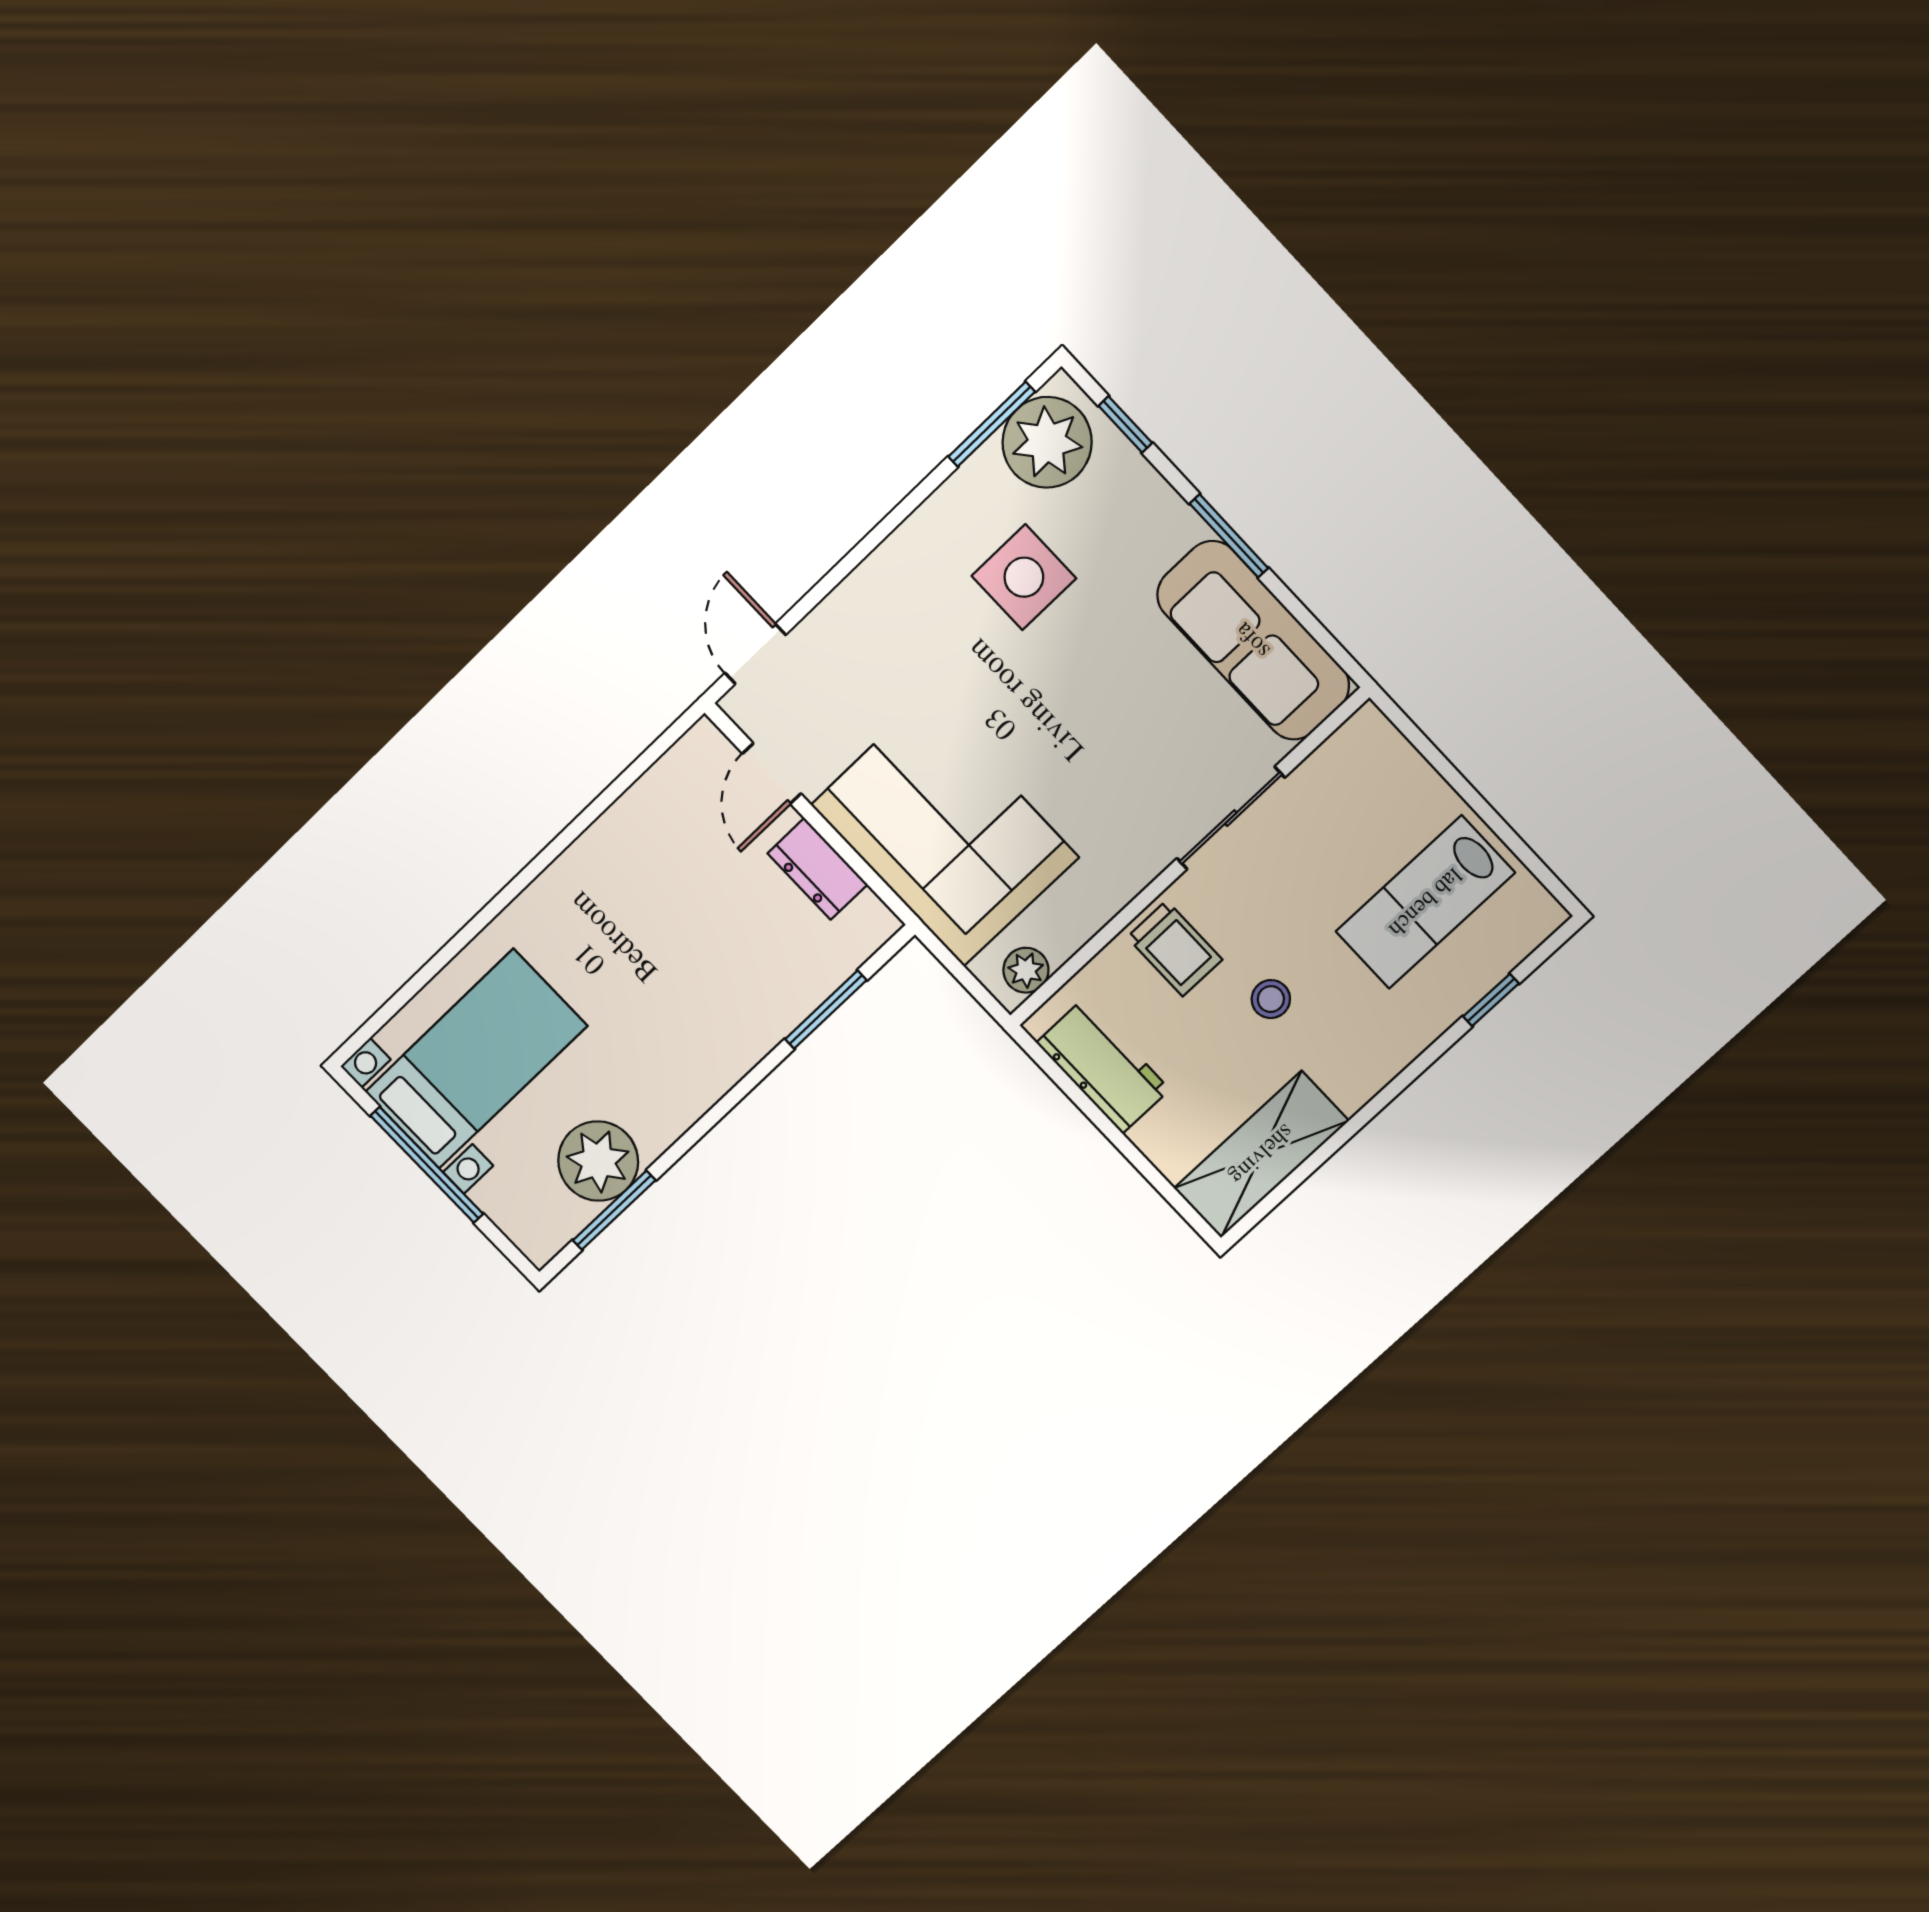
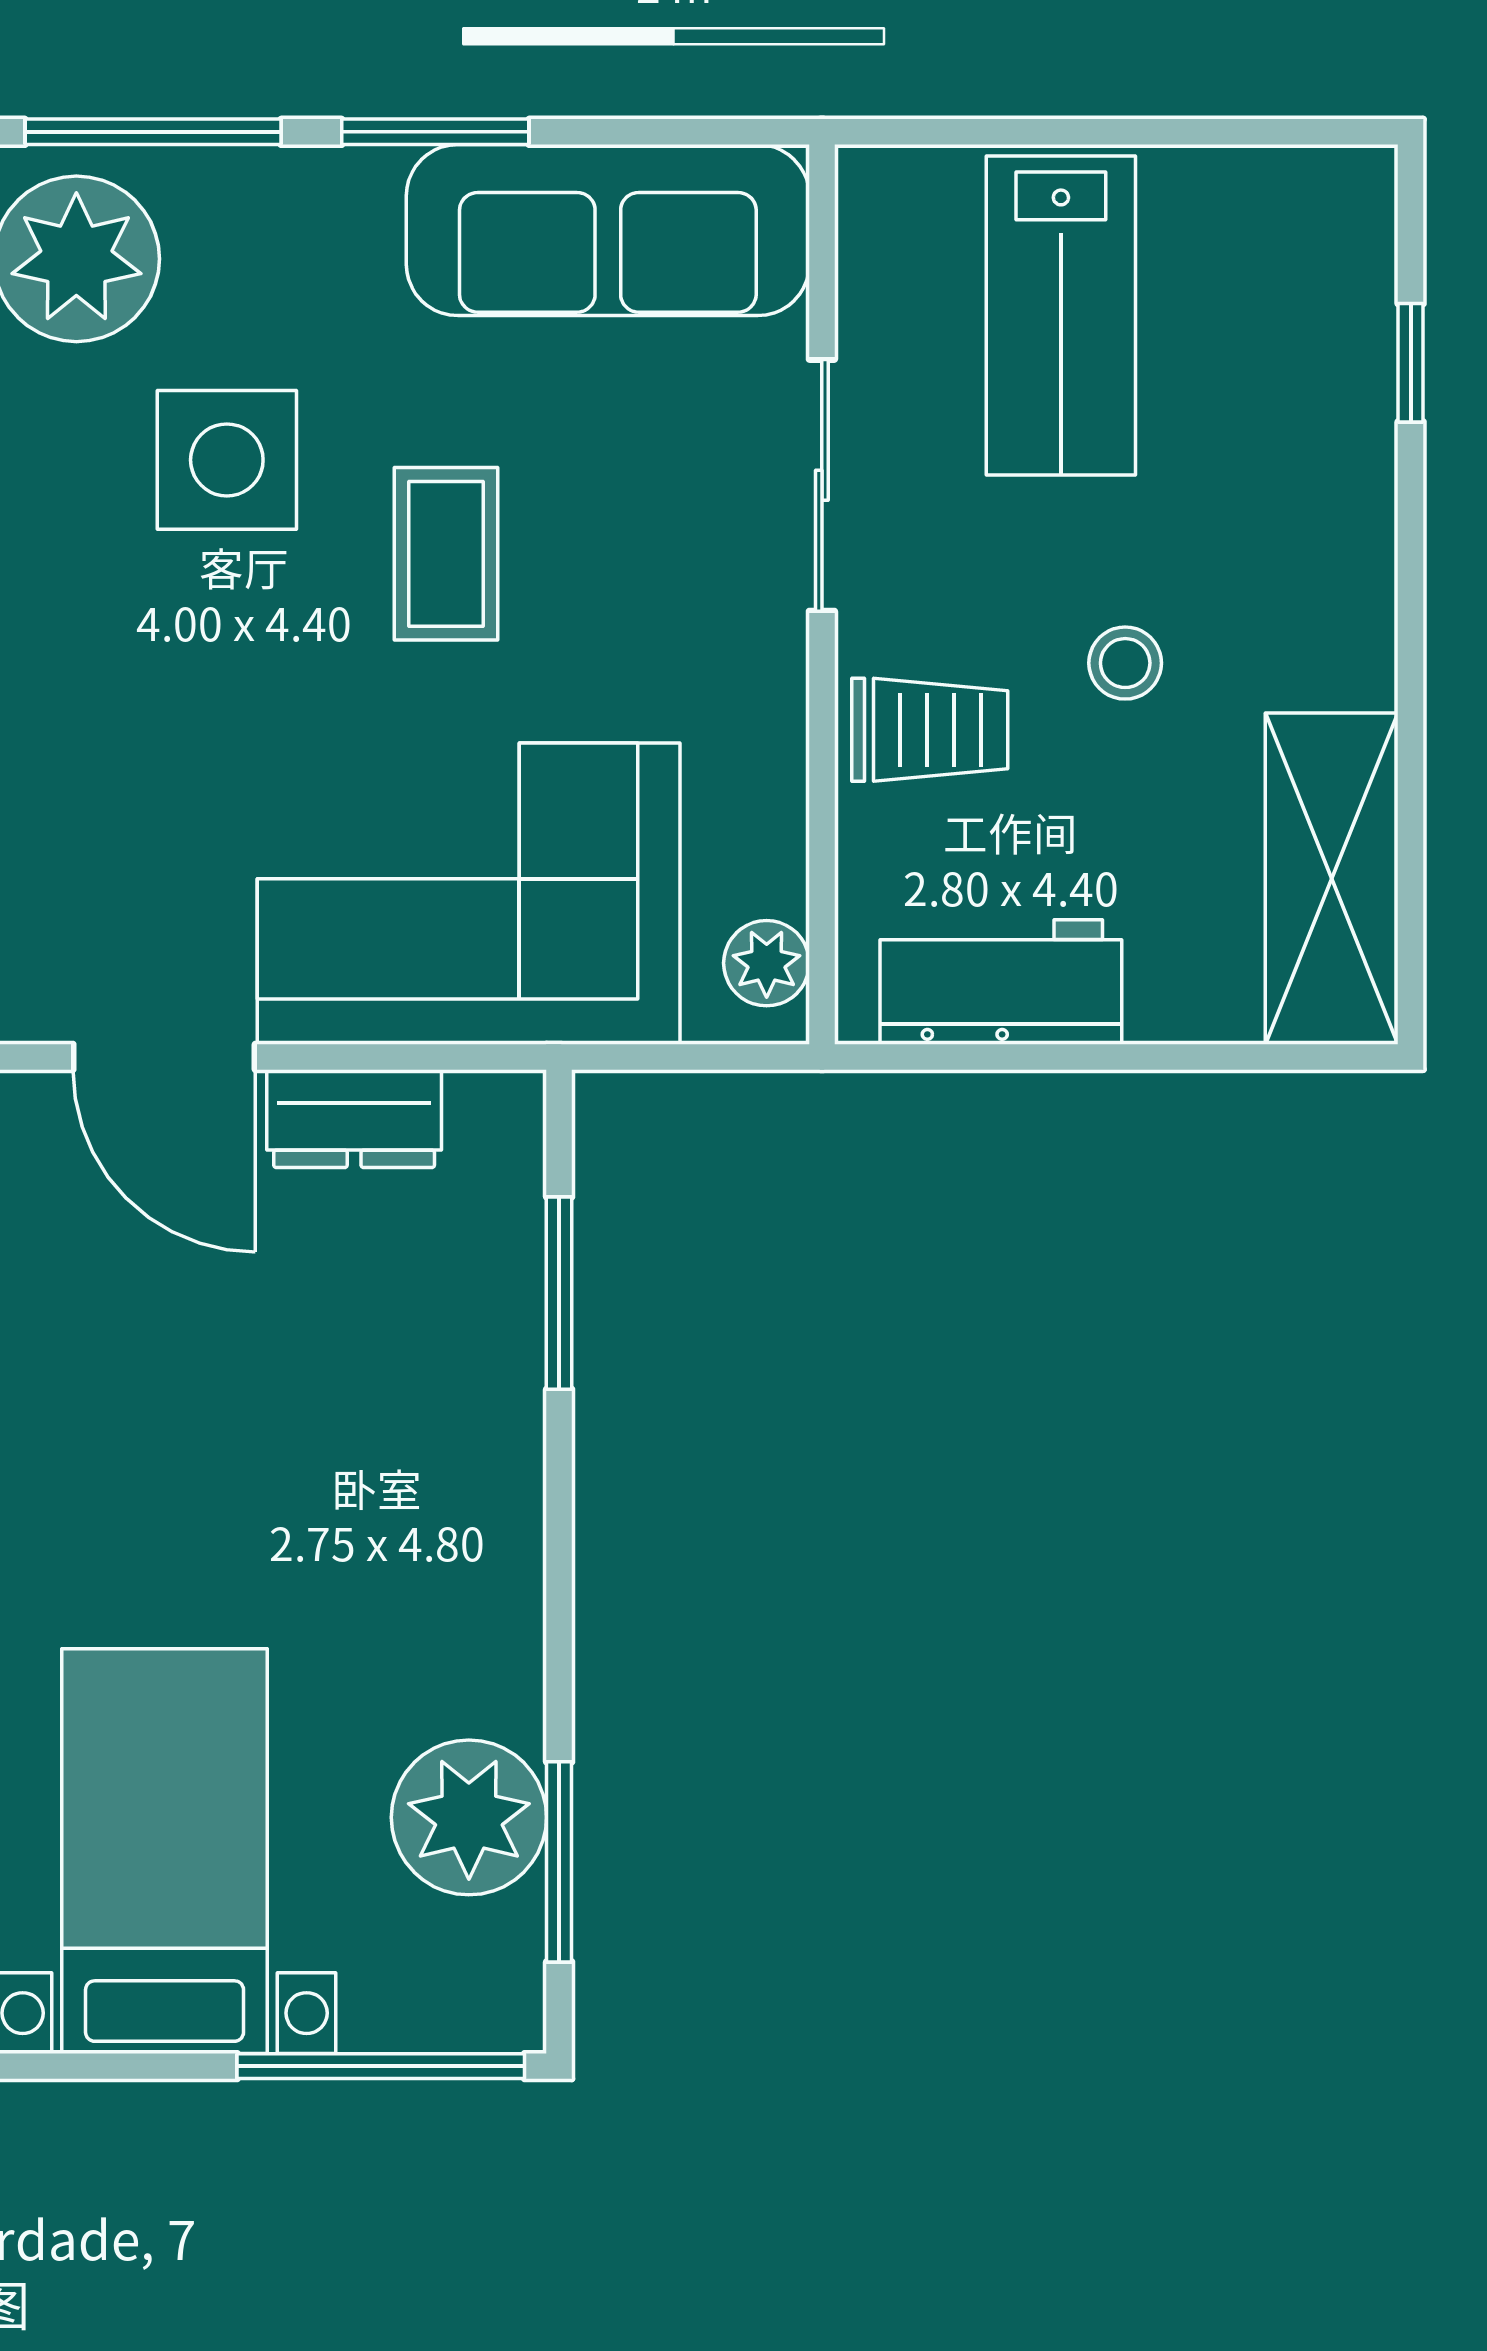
window: (1125, 424) -> (153, 132), width x2.17
coffee table: (1067, 698) -> (446, 554), added
door: (772, 774) -> (164, 1057), width x1.38
lab bench: (1425, 902) -> (1061, 316), moved
window: (427, 1165) -> (381, 2066), moved

